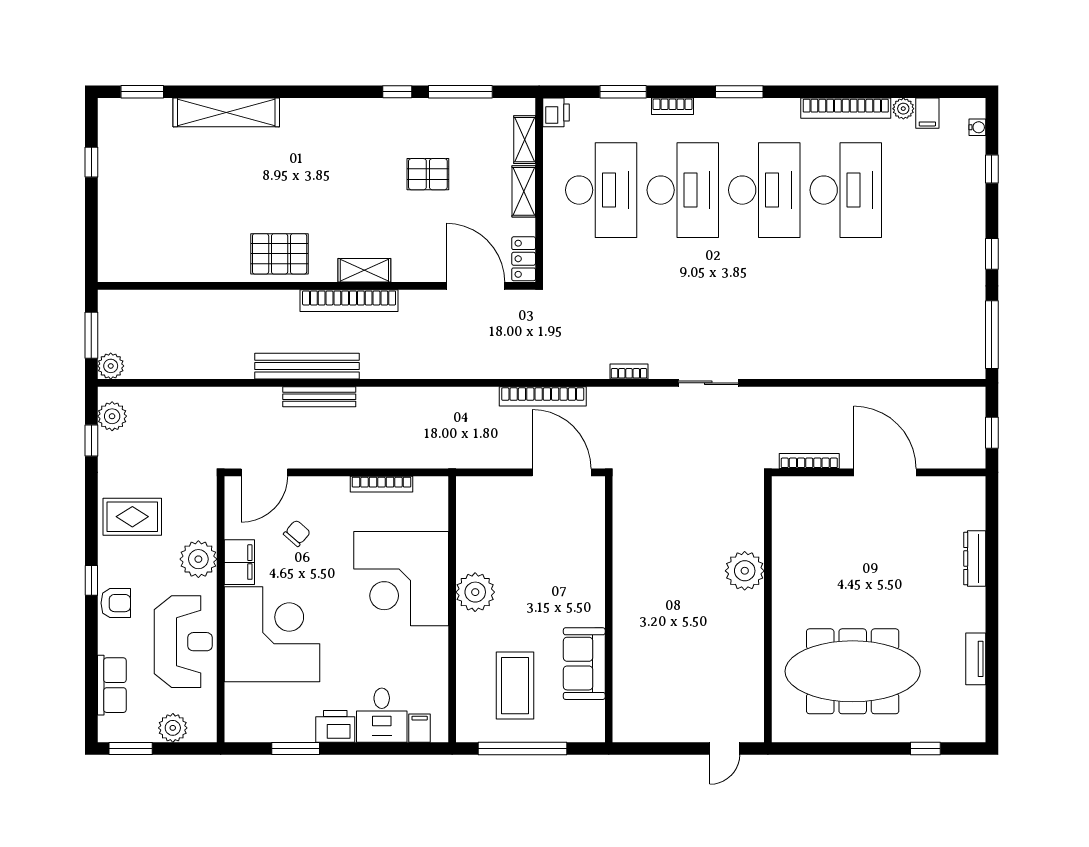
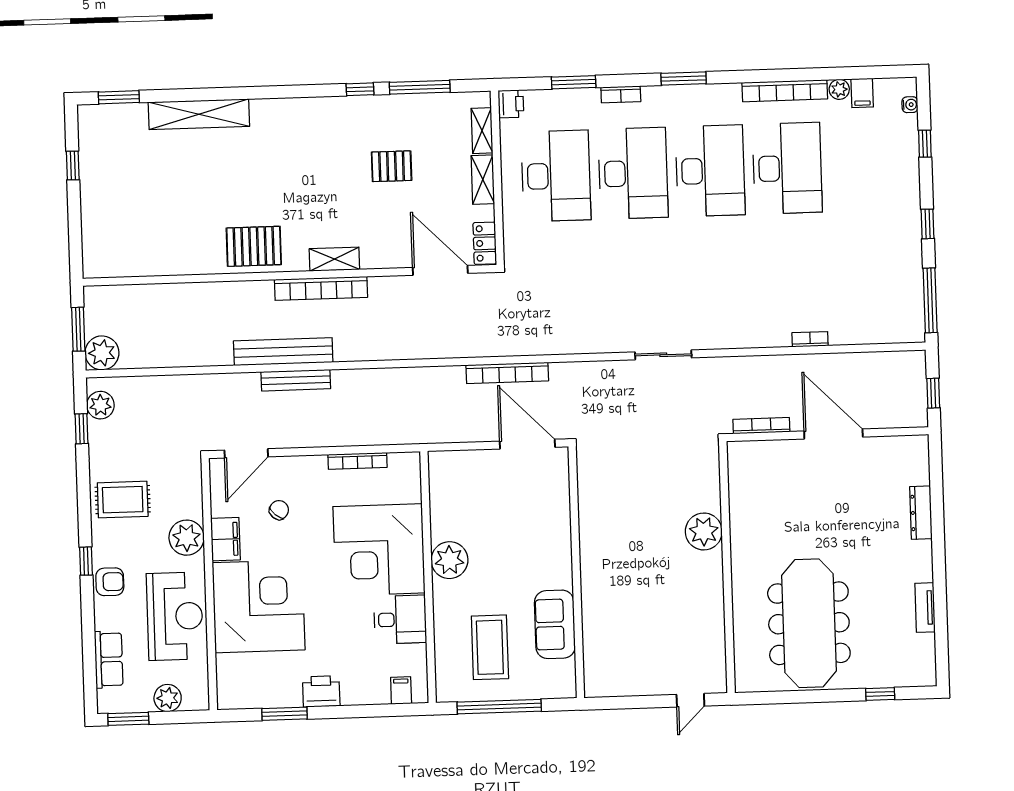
plant: (111, 366) -> (102, 353), width x1.36, depth x1.36
bookcase: (629, 372) -> (810, 339), moved
meeting table: (853, 671) -> (809, 623), turned 90
desk: (382, 715) -> (400, 619), moved, turned -90

